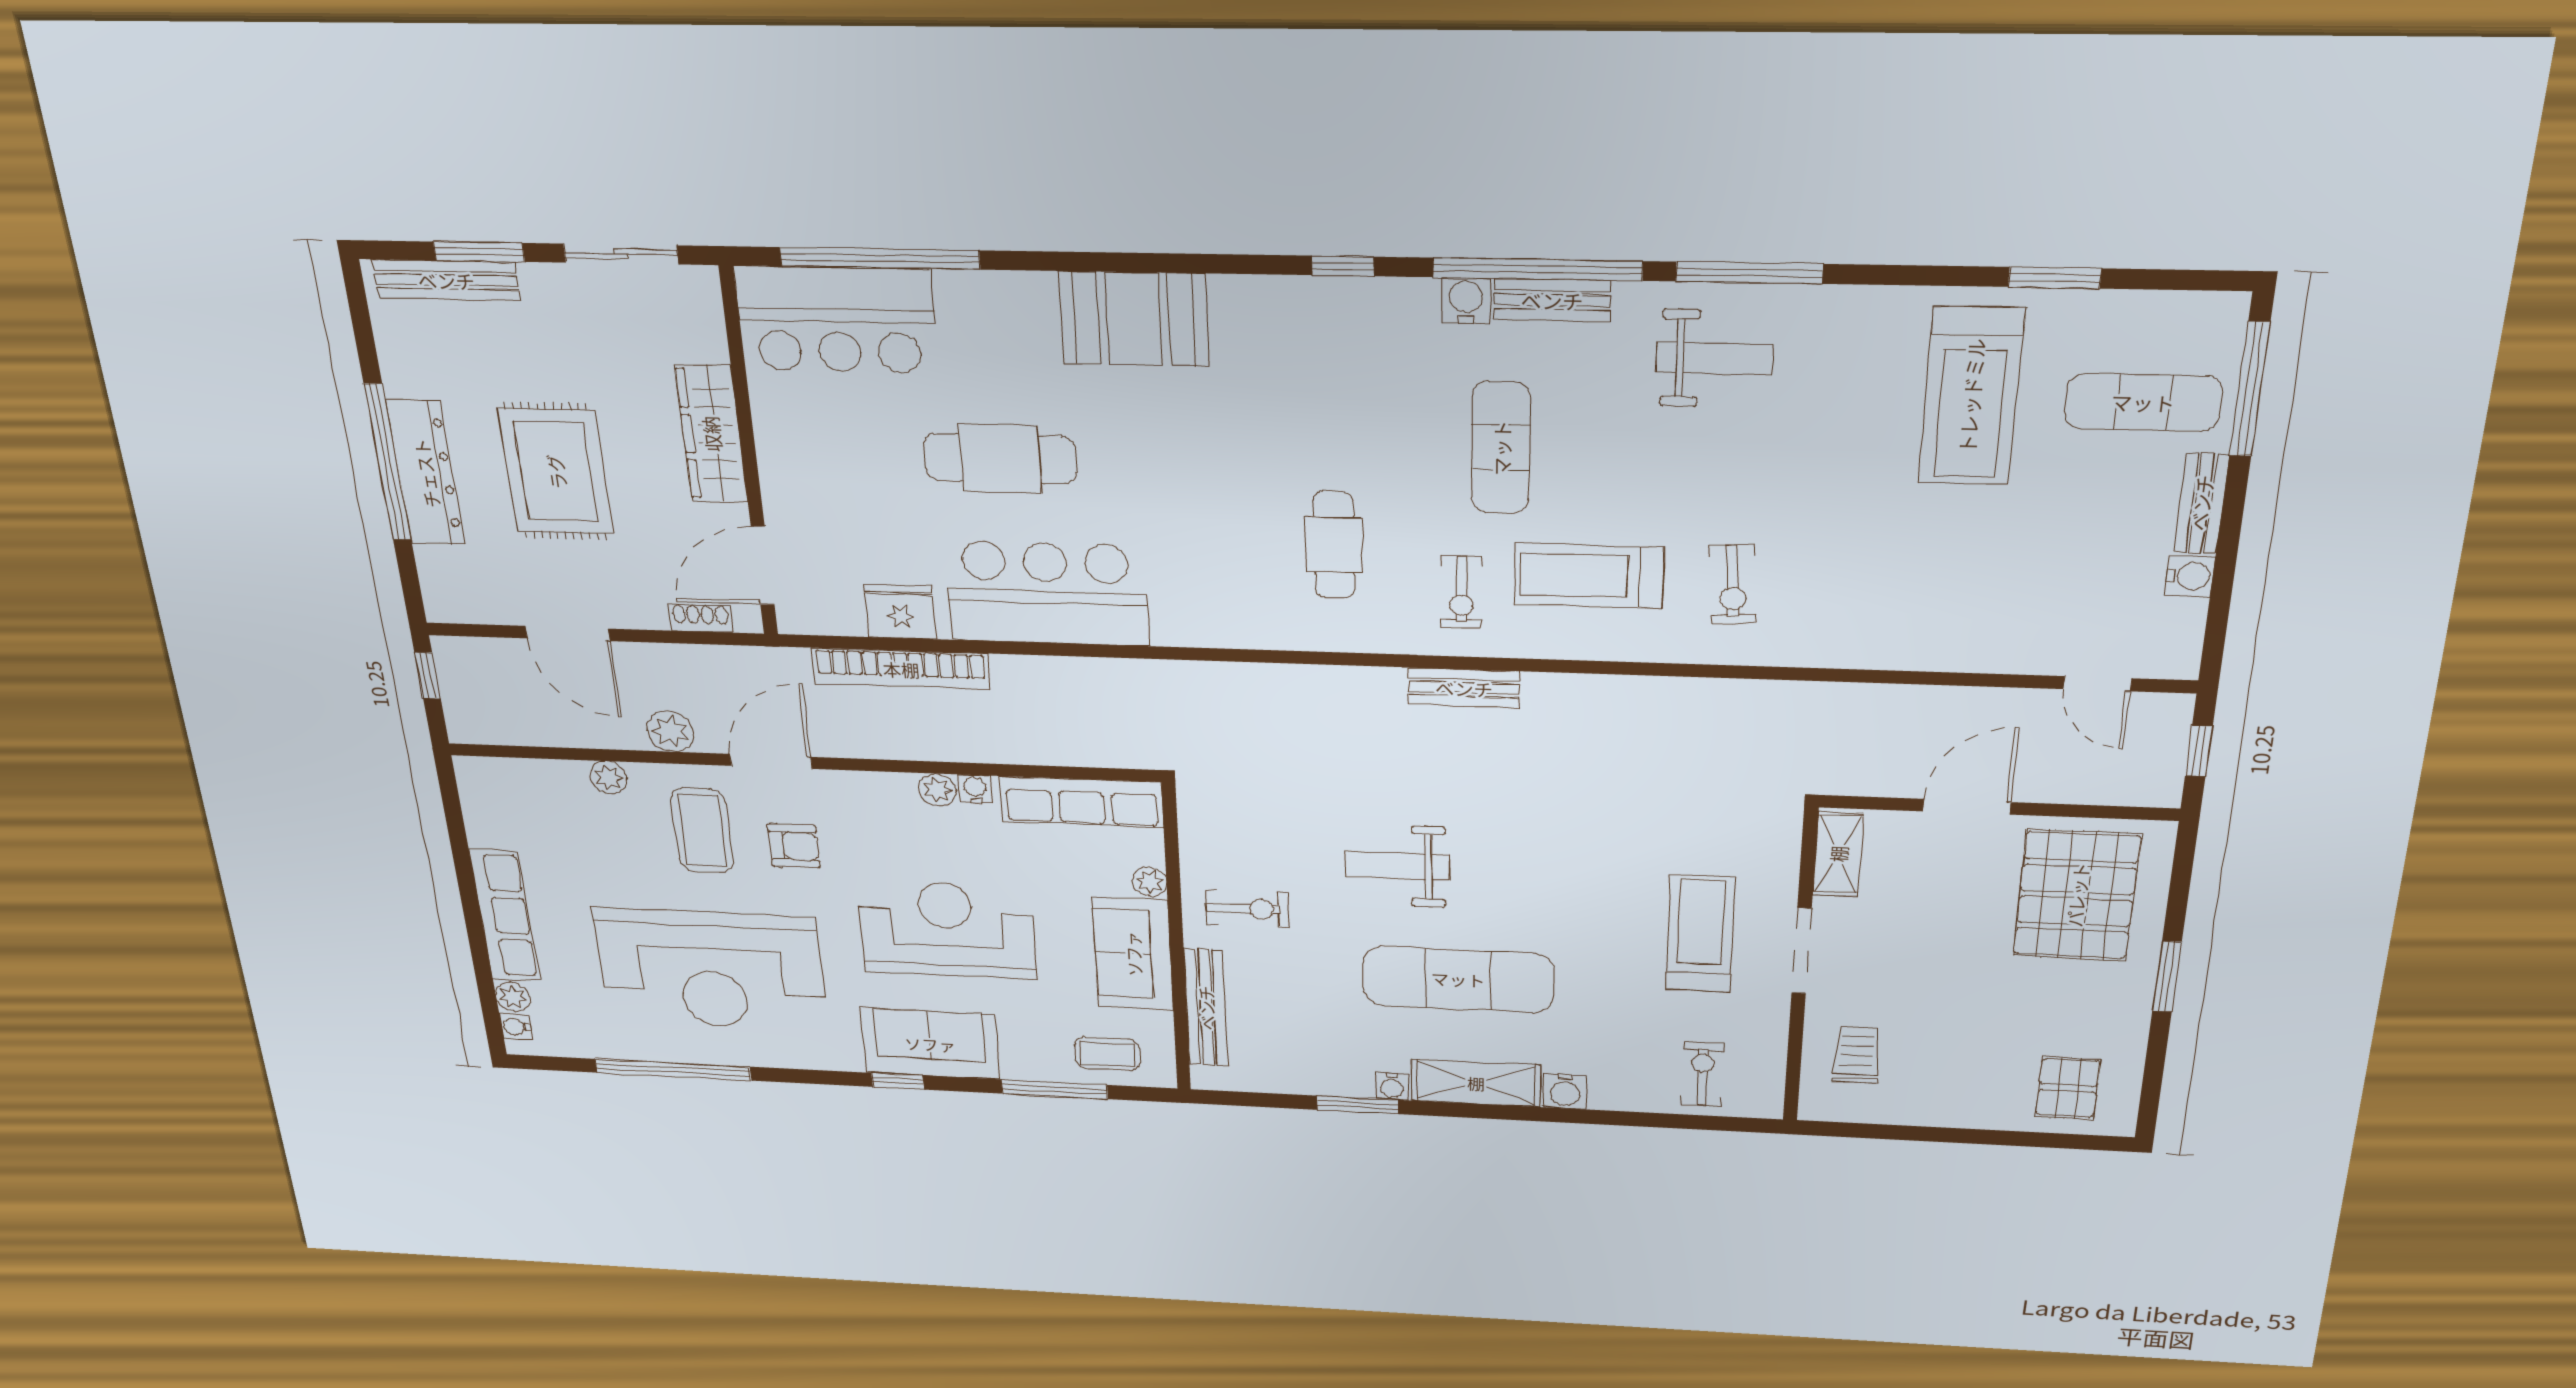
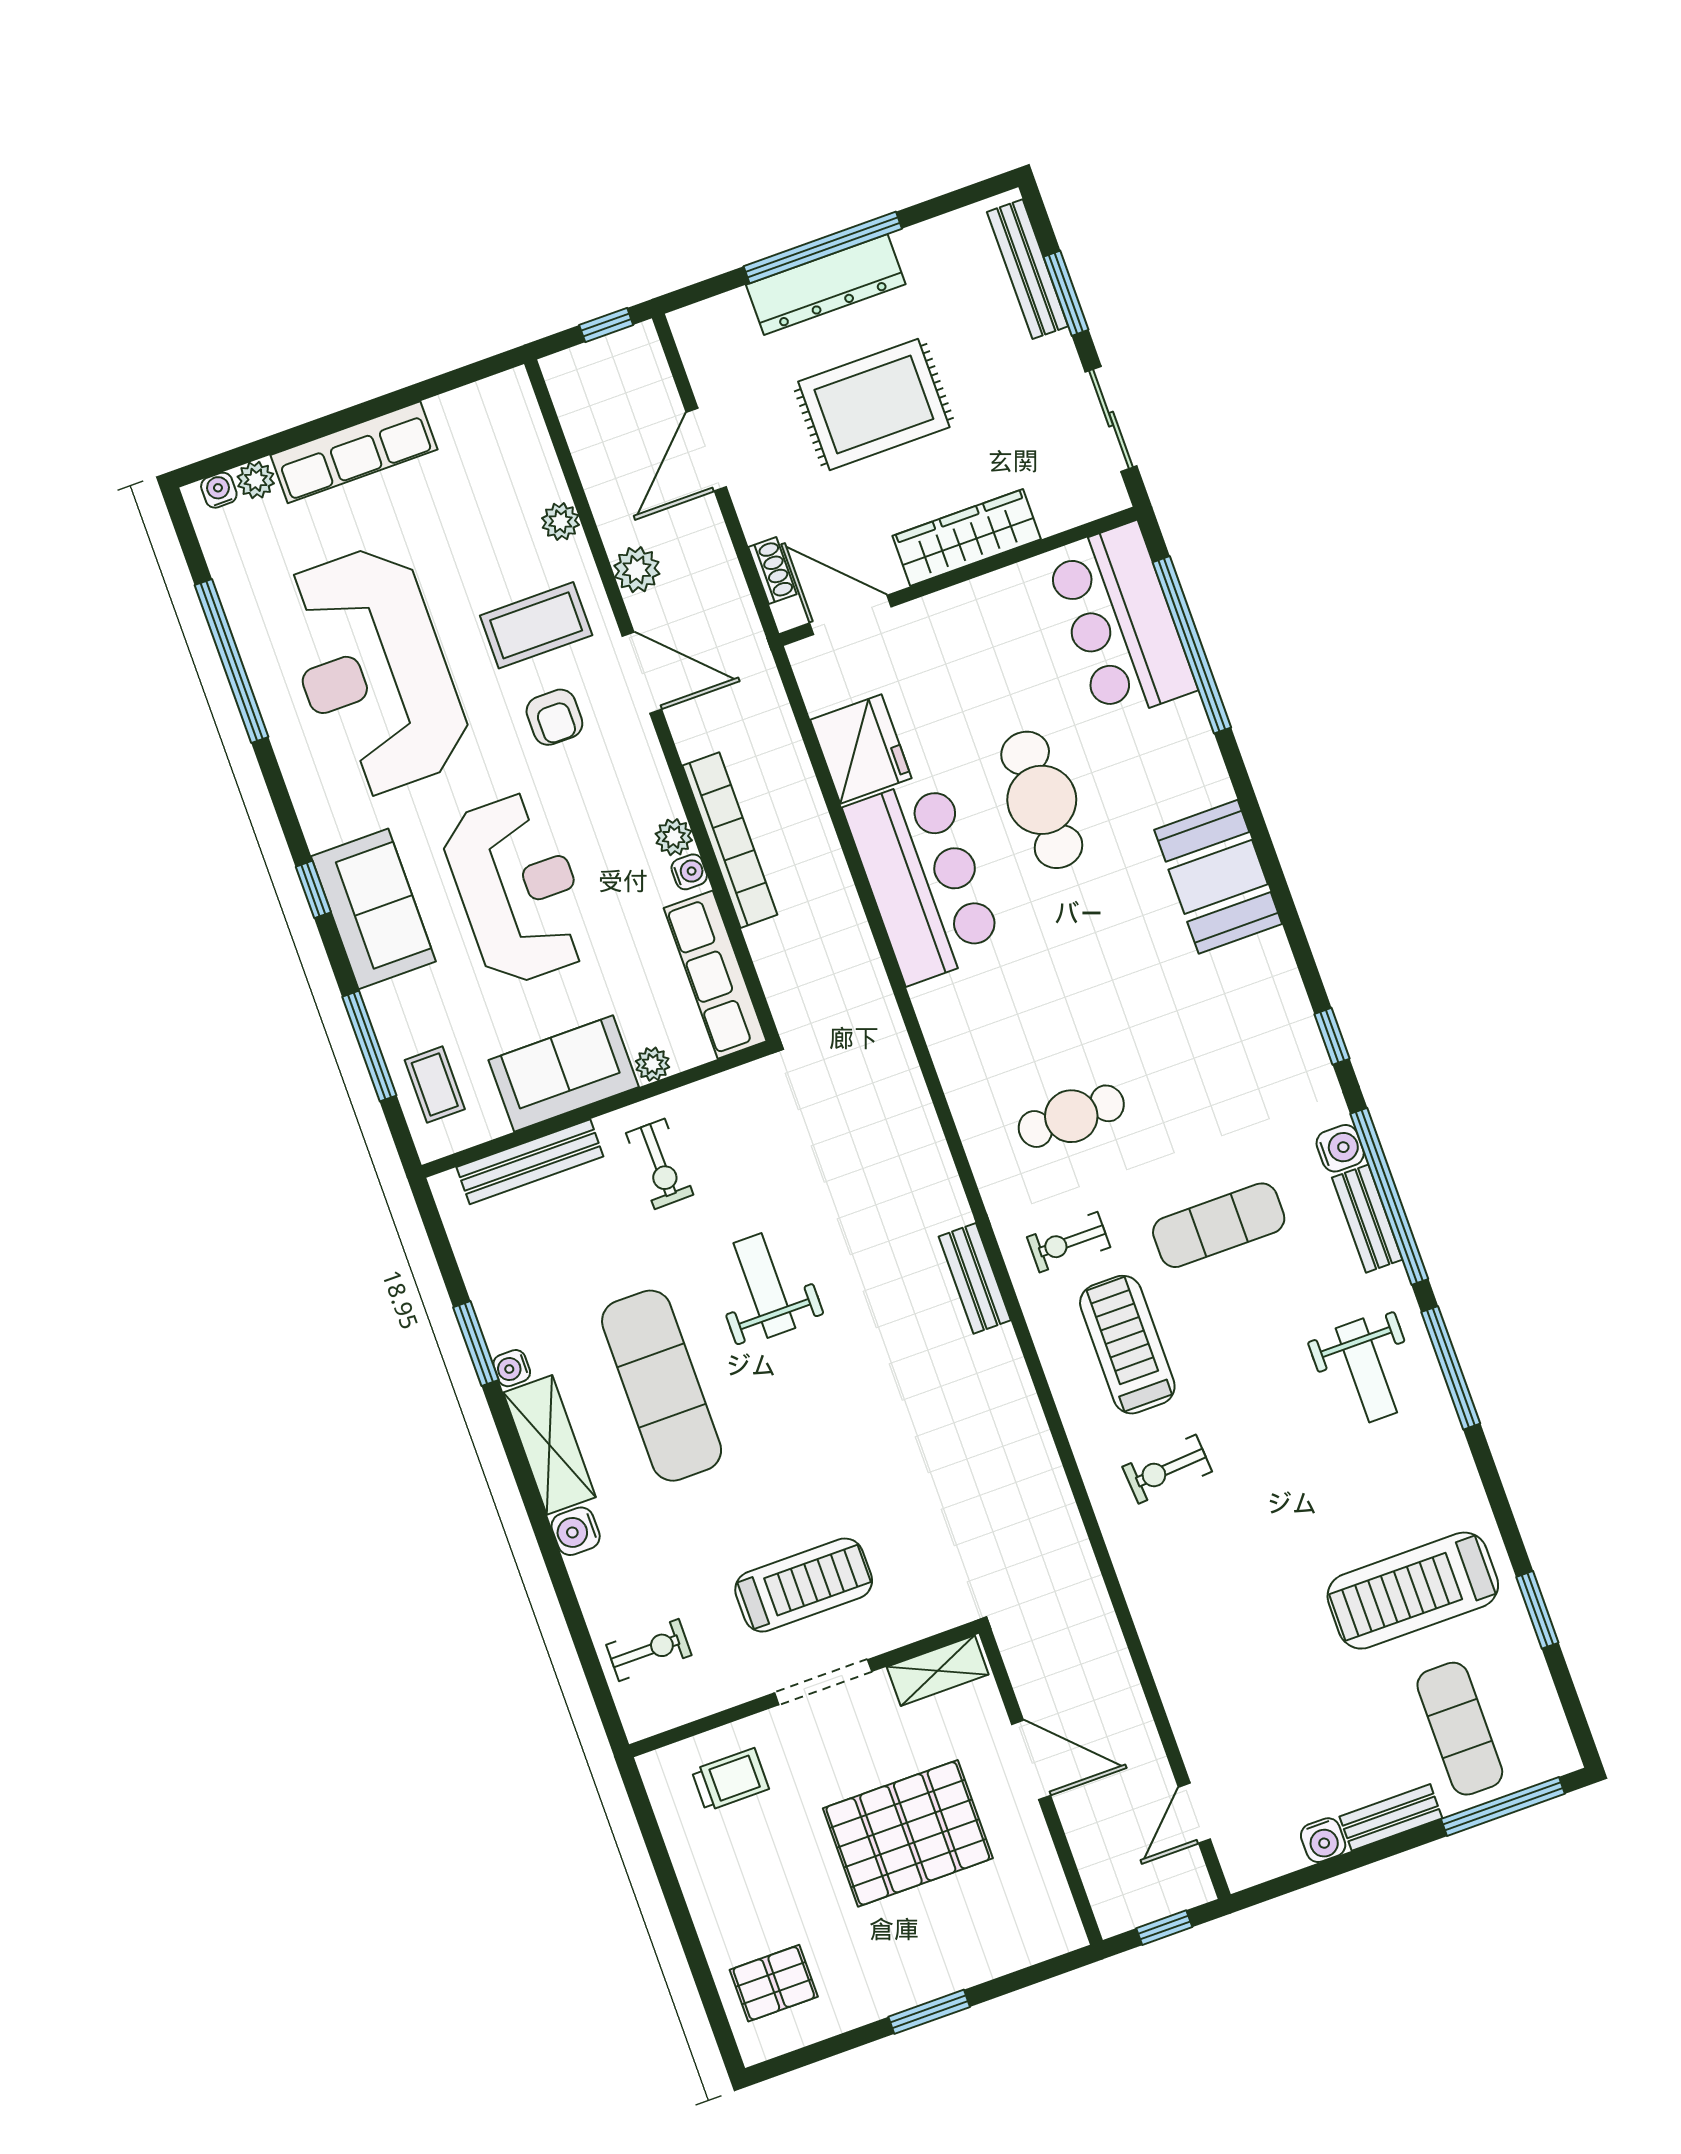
fridge: (900, 612) -> (861, 749), width x1.36, depth x1.34
bookcase: (901, 669) -> (730, 840), moved, turned 180
pallet: (2077, 895) -> (908, 1833), moved

